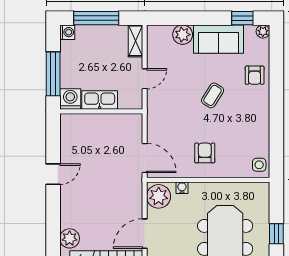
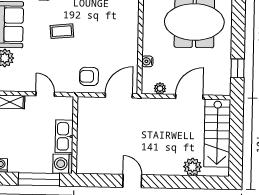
coffee table: (213, 95) -> (62, 31), turned -37
armchair: (205, 153) -> (89, 76), moved
plant: (159, 196) -> (160, 88), width x0.53, depth x0.53
door: (145, 234) -> (189, 97), swing flipped

